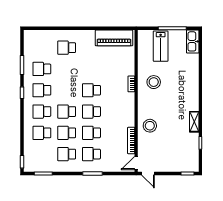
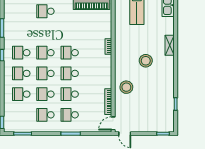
school desk: (42, 69) -> (45, 53), moved
stool: (154, 82) -> (146, 61), moved
shelving: (194, 122) -> (170, 45), moved

